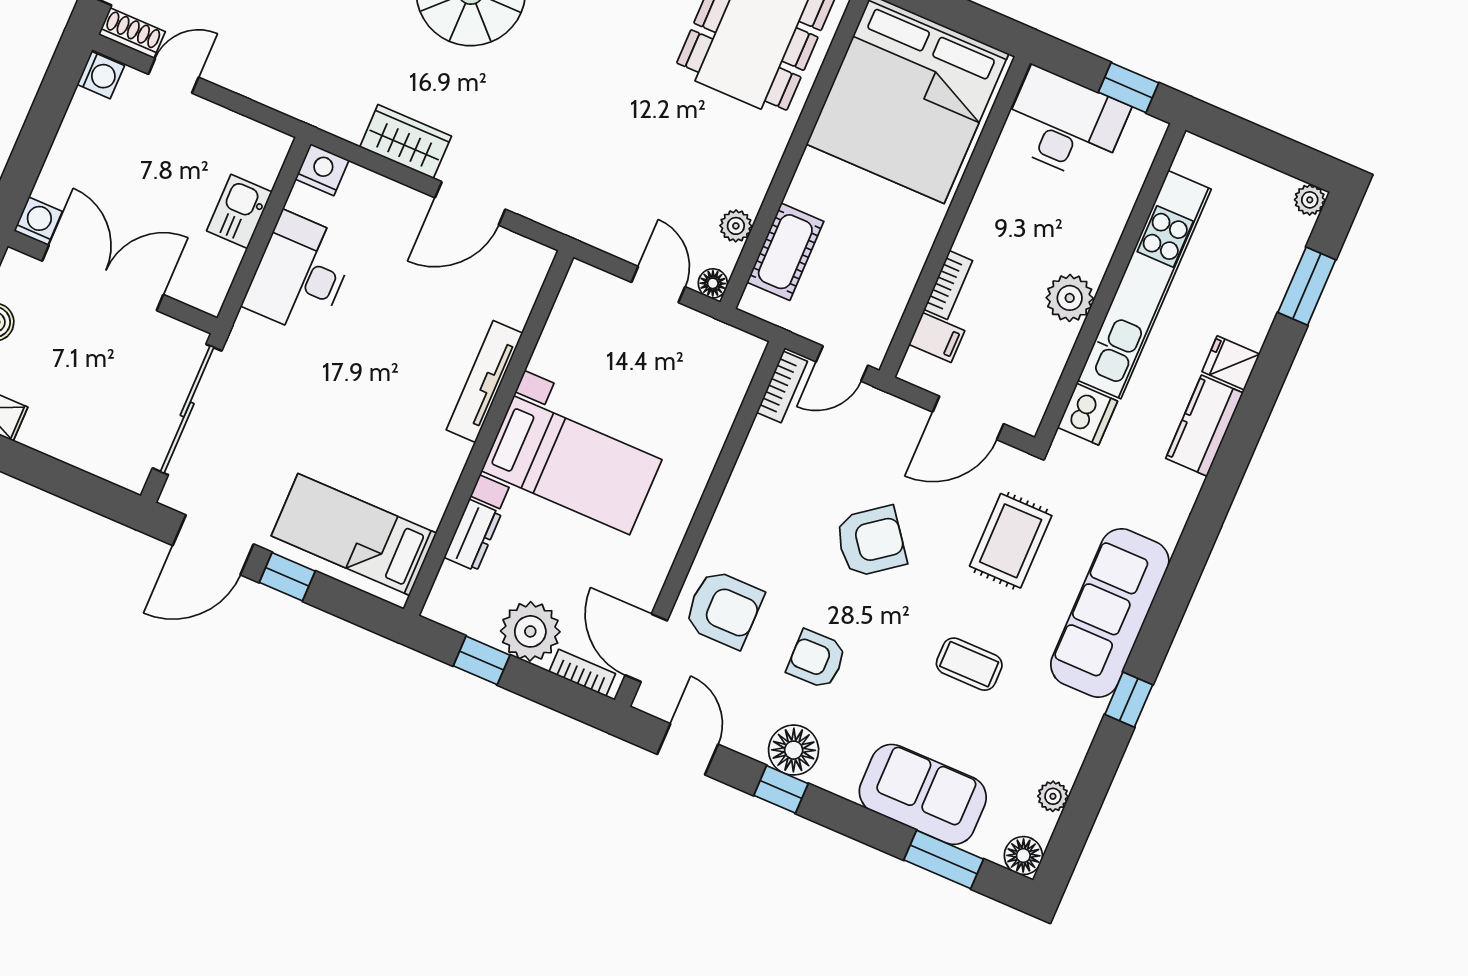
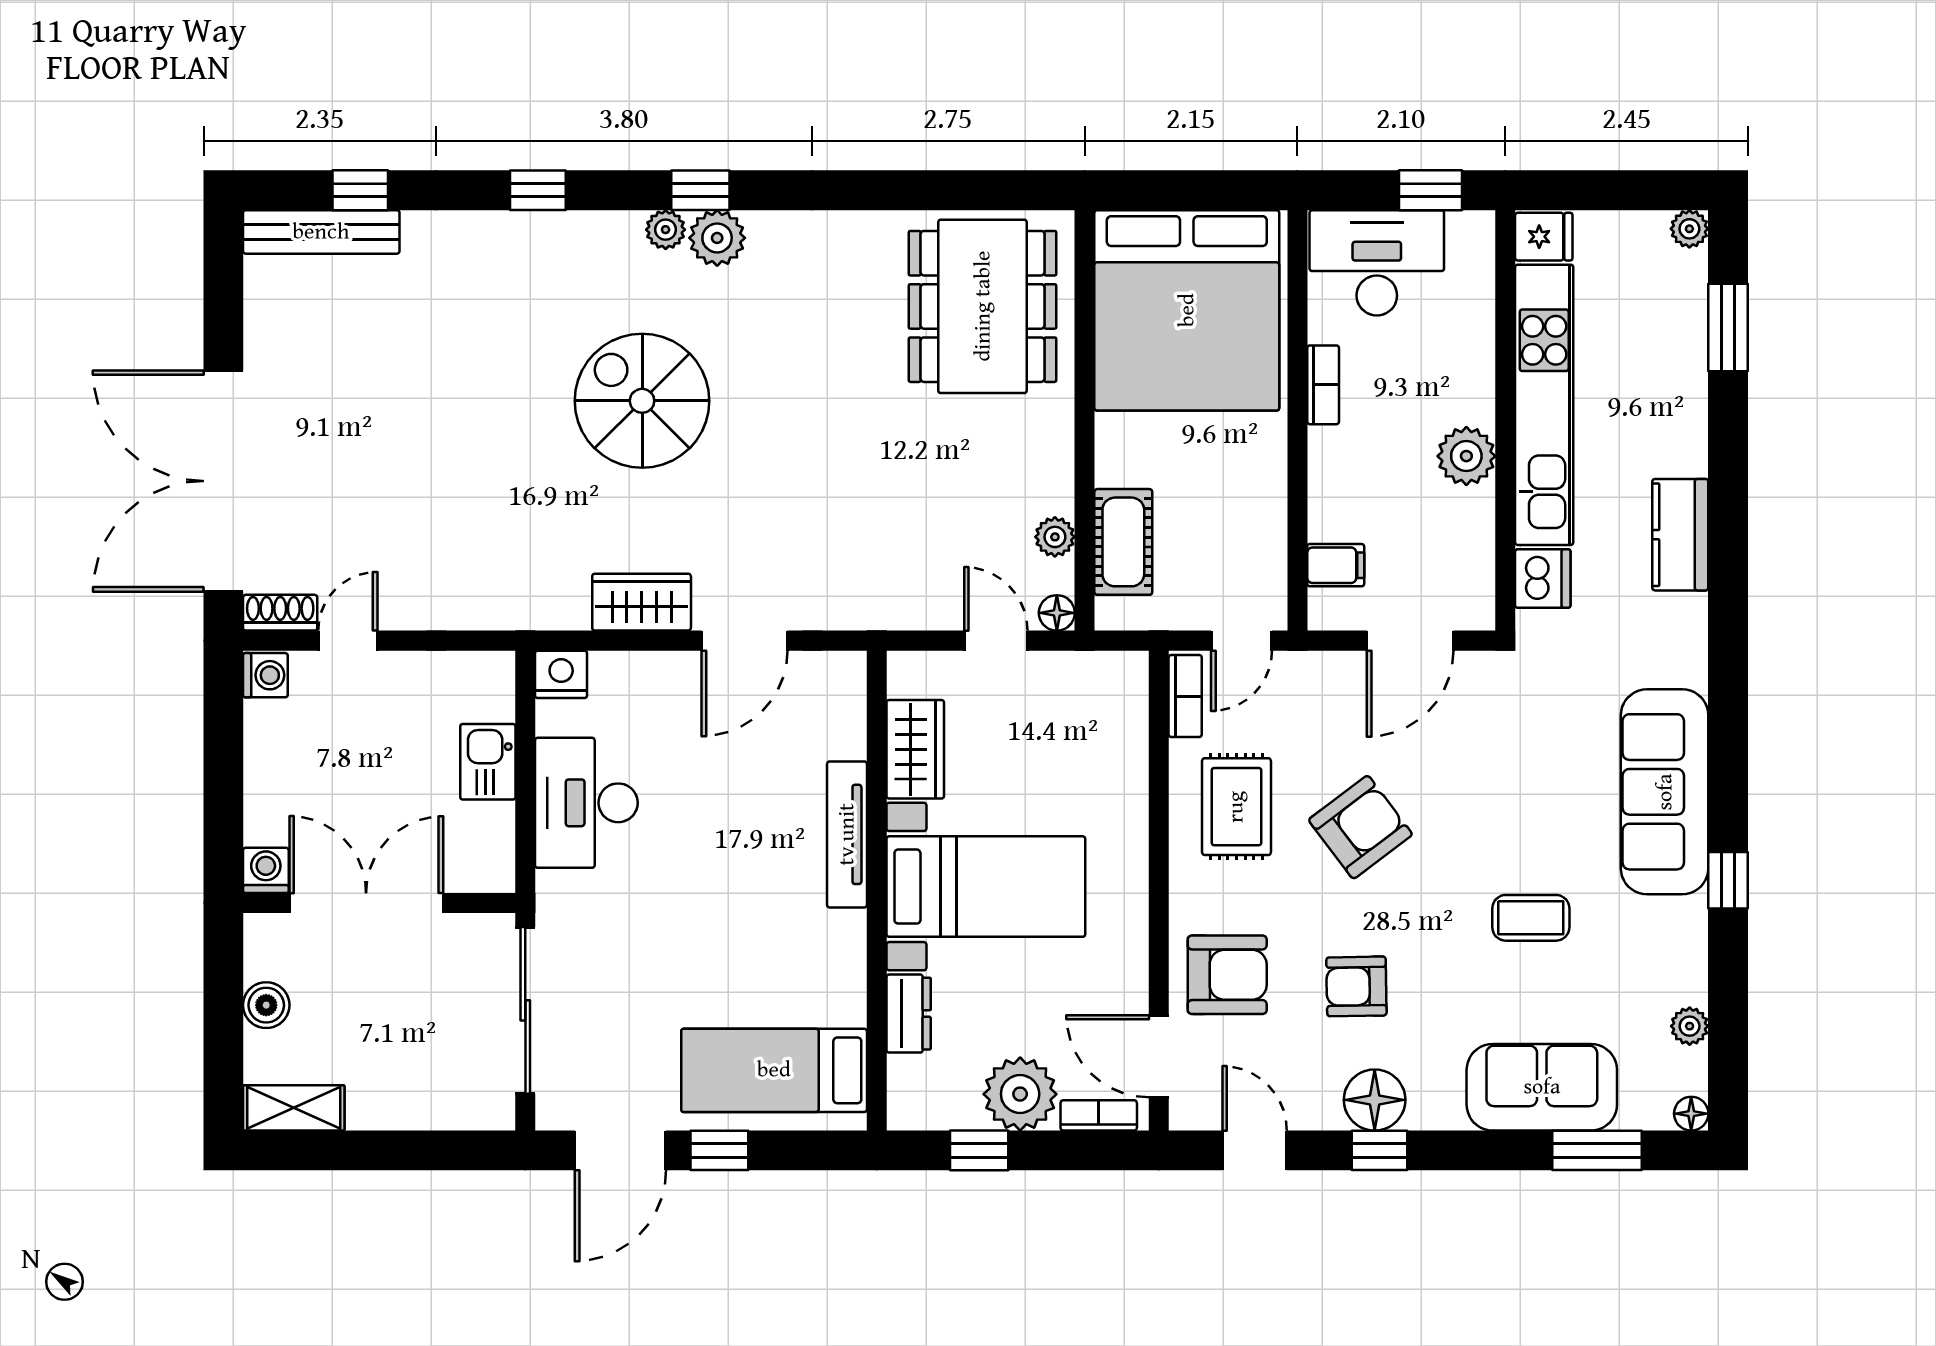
bookcase: (948, 285) -> (1323, 385), moved
wardrobe: (563, 340) -> (915, 749), added
fridge: (1231, 363) -> (1544, 237), moved, turned 180
rug: (1011, 541) -> (1236, 807), moved
floor lamp: (1023, 856) -> (1691, 1114), width x0.73, depth x0.73

